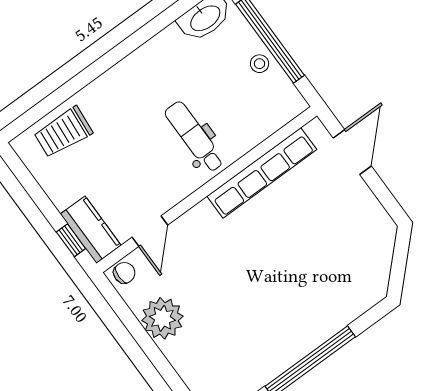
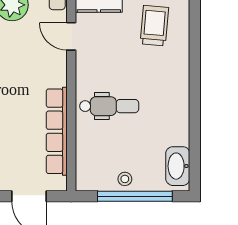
trolley: (63, 132) -> (154, 26), moved

